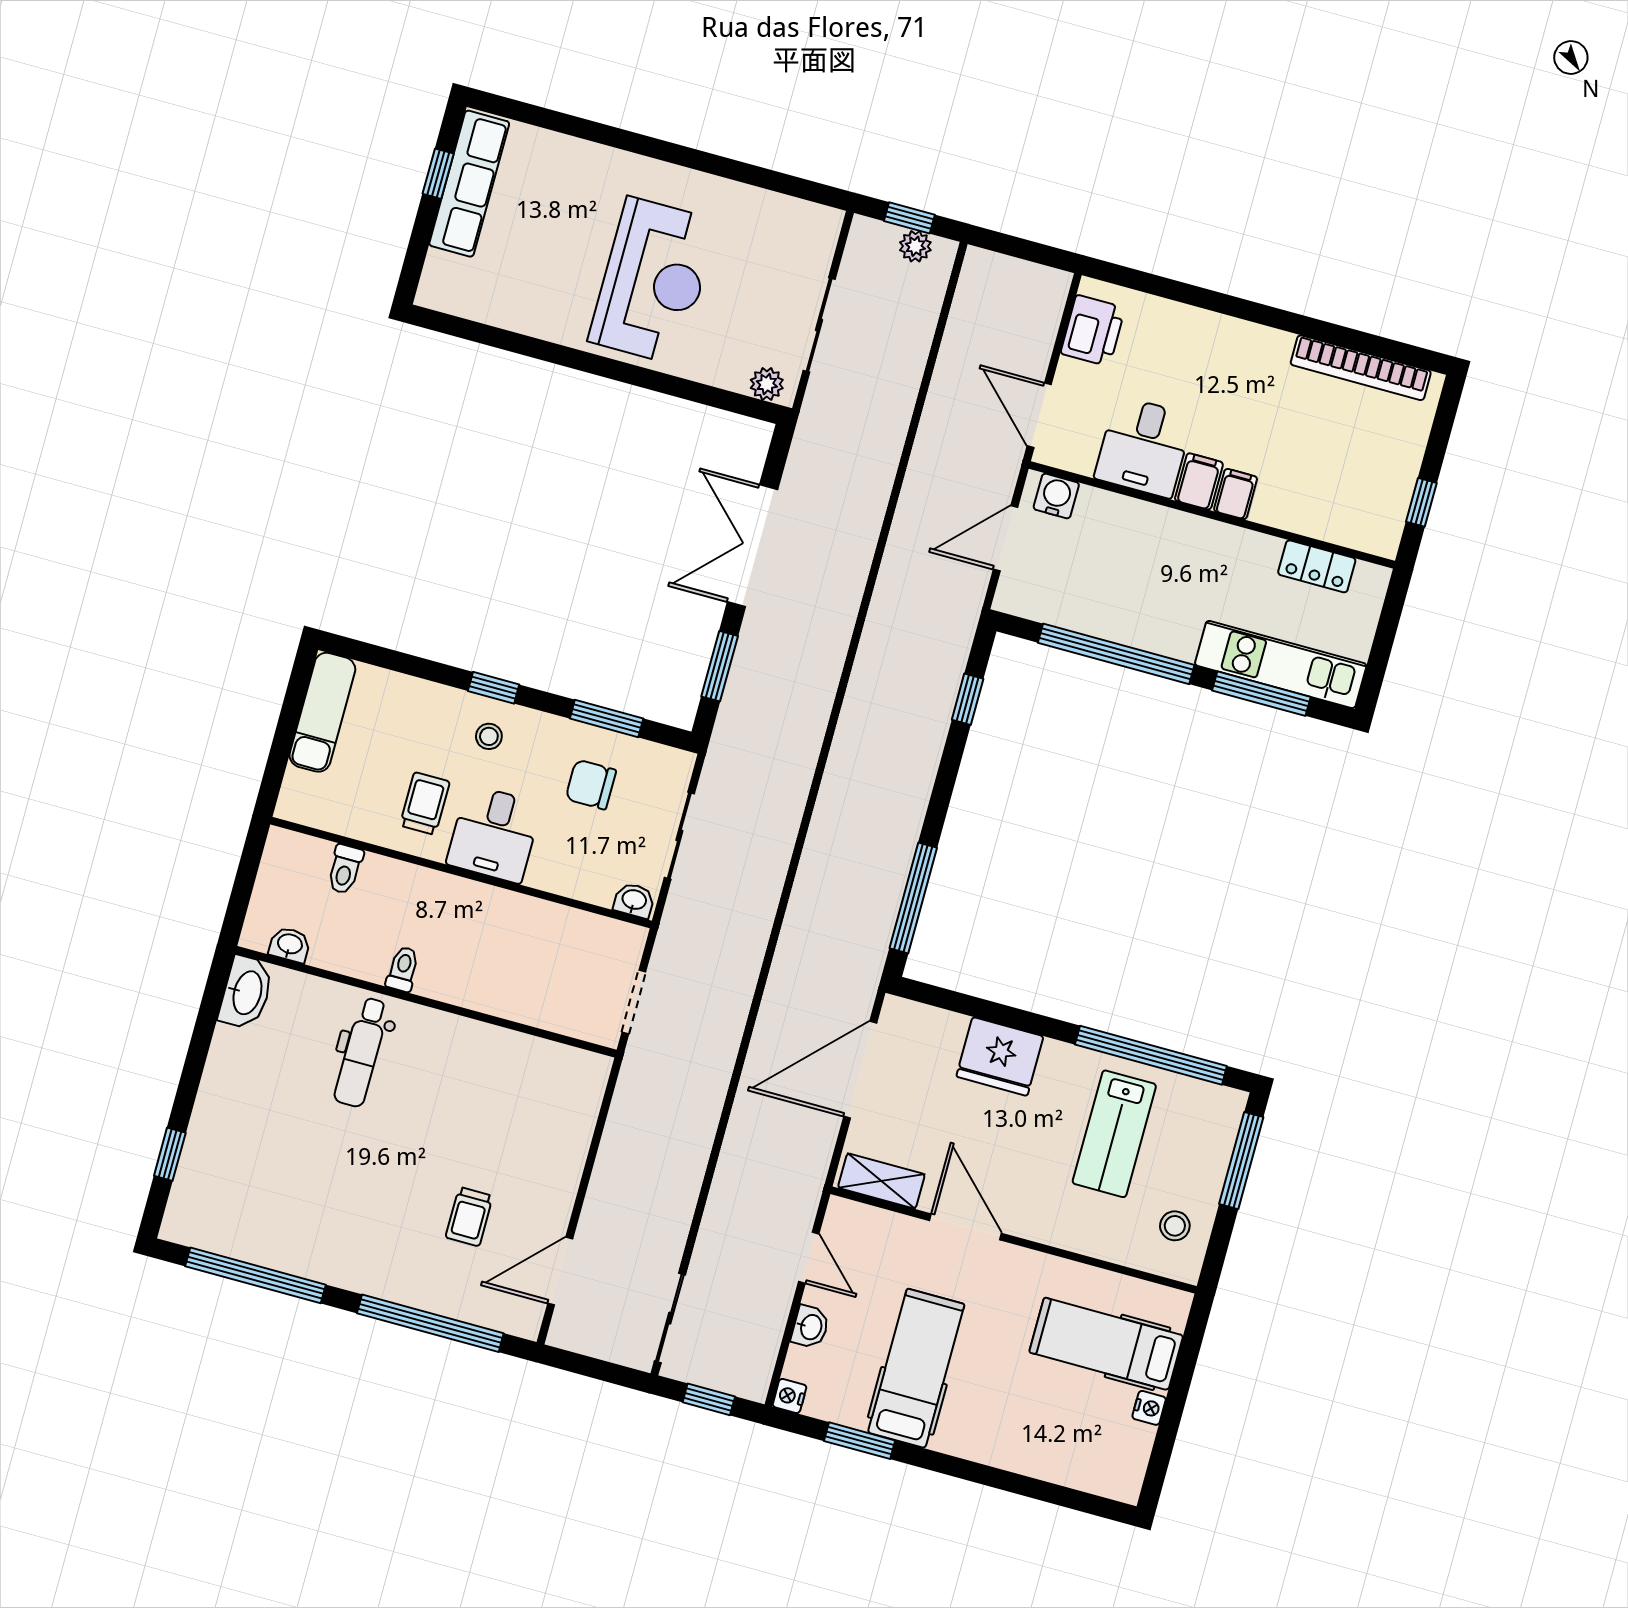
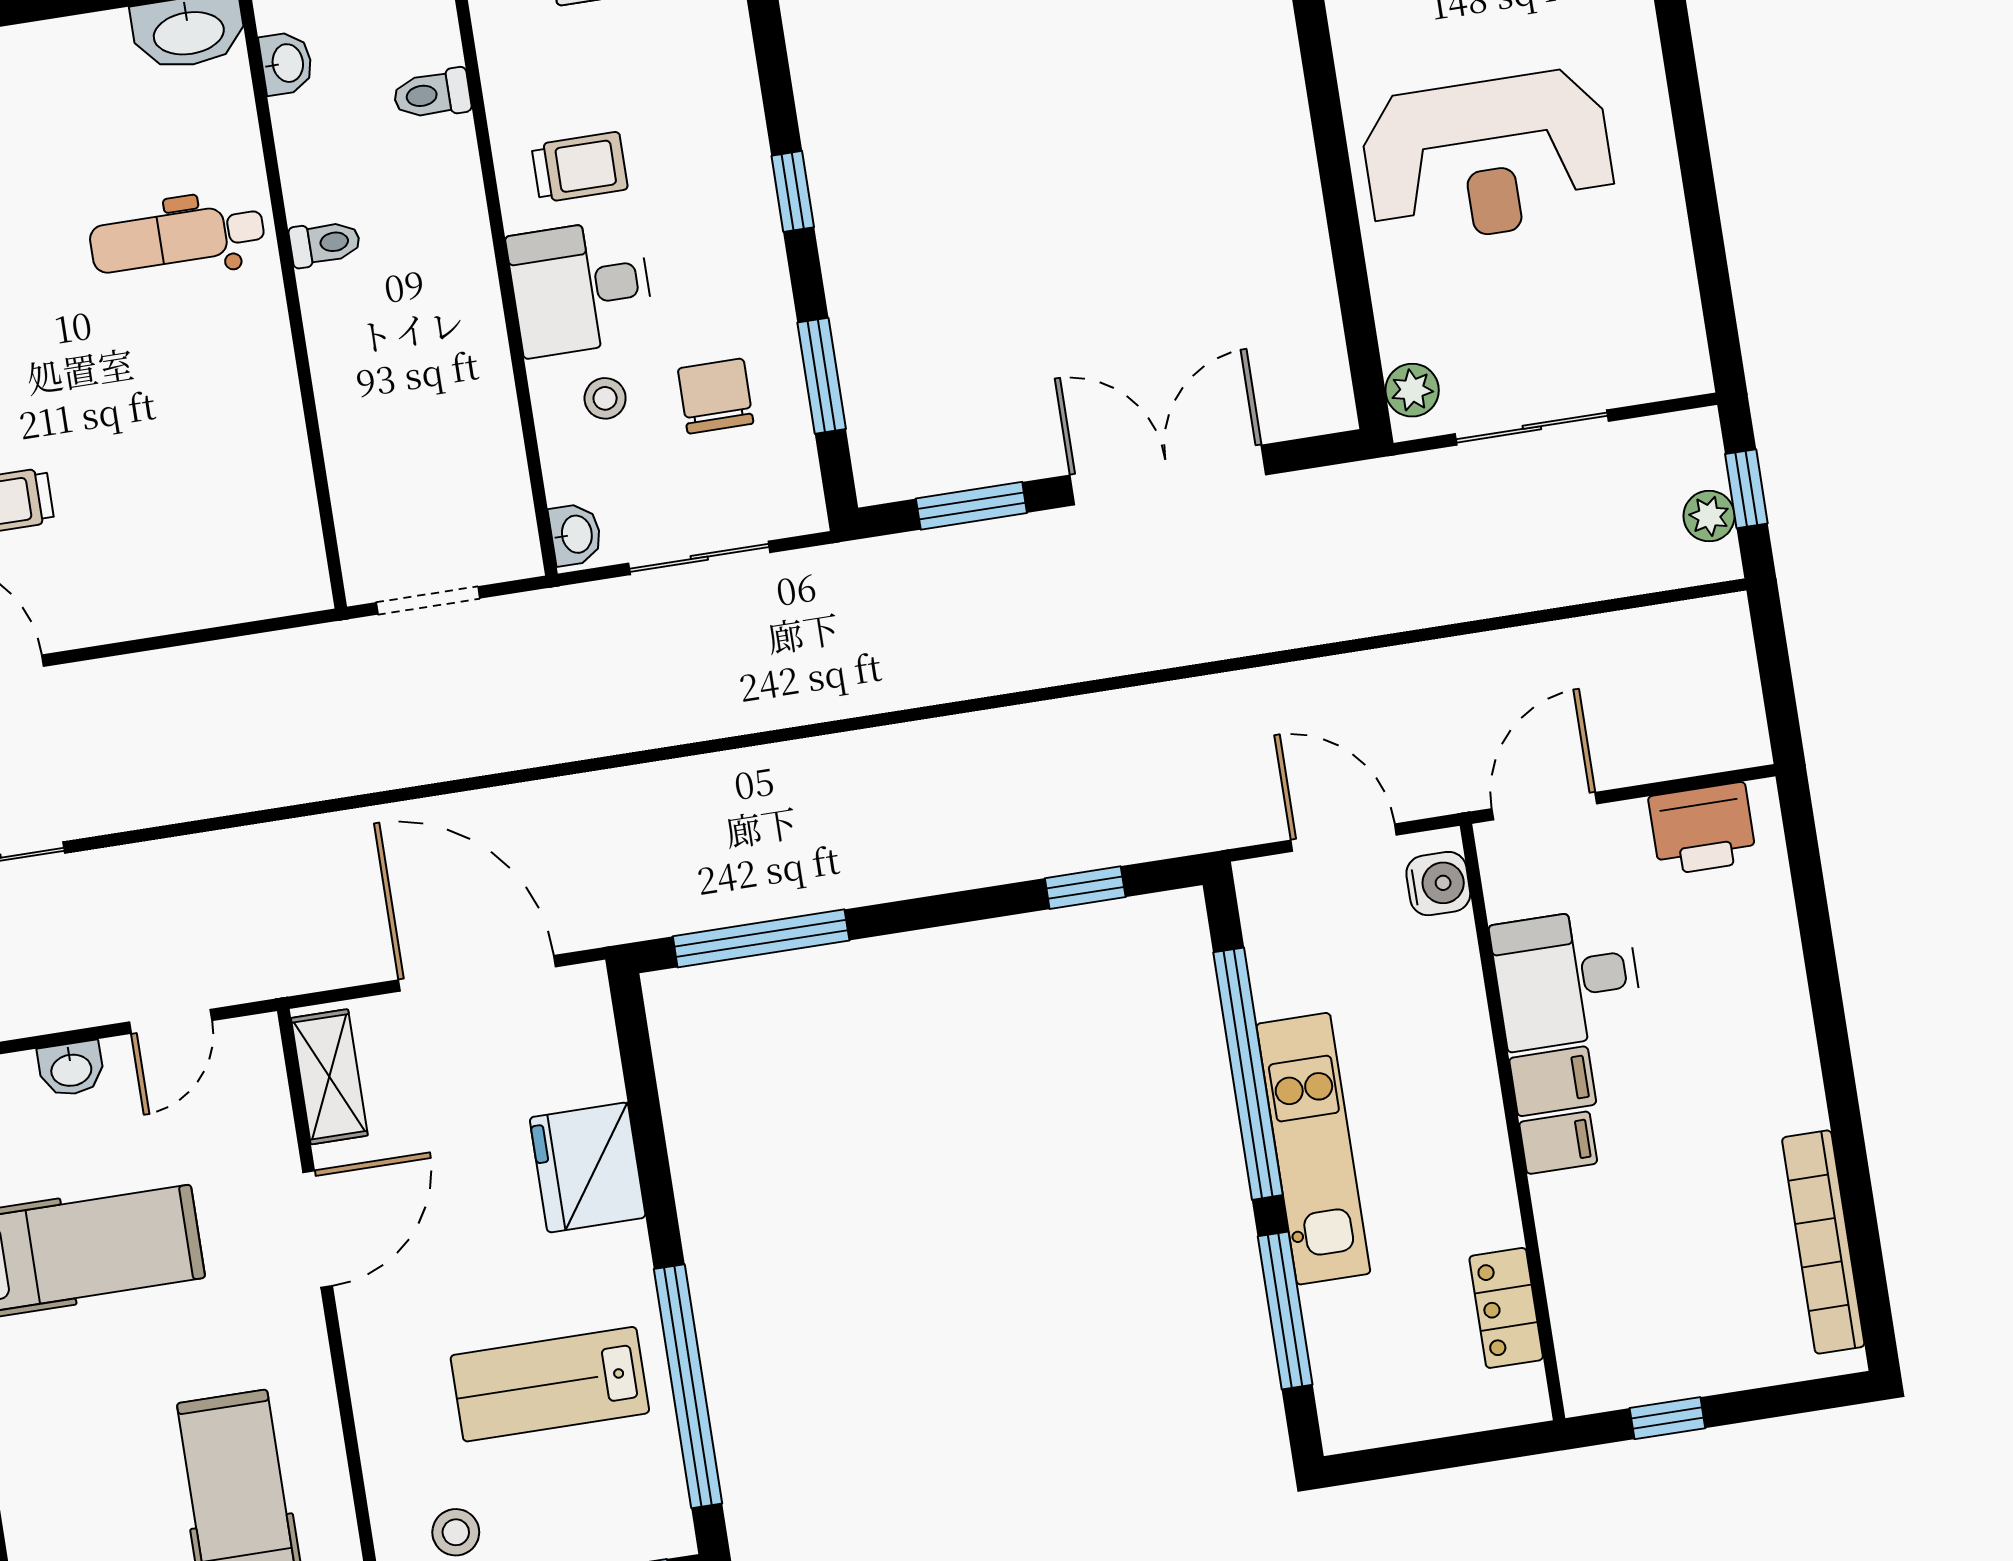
kitchen unit: (1281, 664) -> (1313, 1149), moved
stool: (489, 736) -> (605, 398), moved

